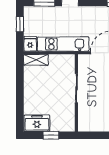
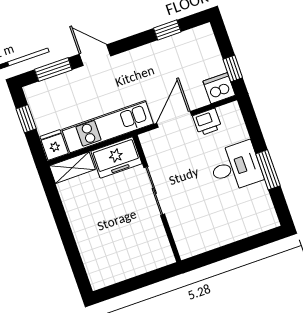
freezer: (37, 123) -> (116, 157), moved, turned 180
window: (51, 135) -> (139, 282), removed

